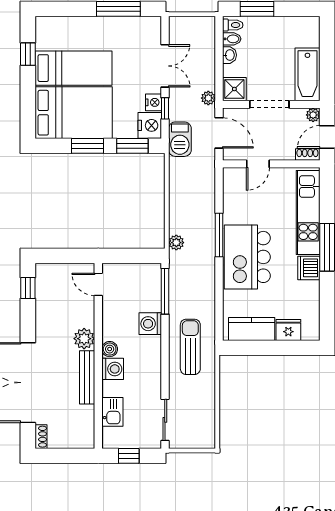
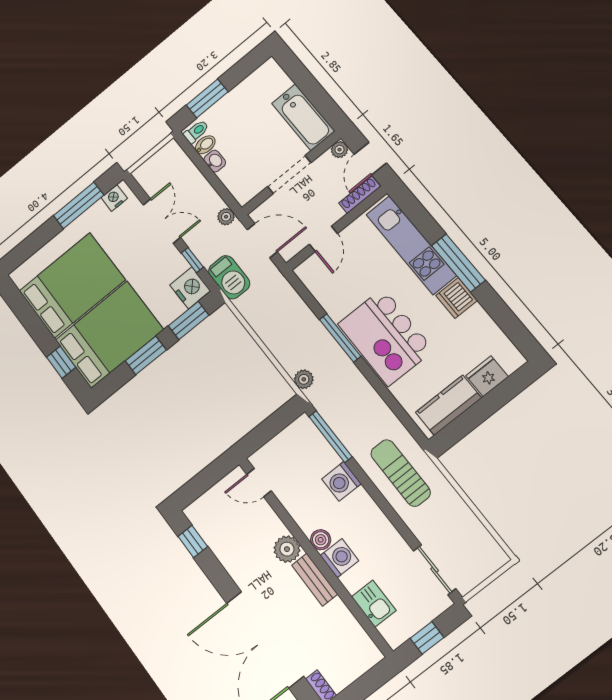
window: (28, 54) -> (61, 362), moved
bed: (73, 68) -> (72, 285), width x1.50
shower: (234, 89) -> (244, 188), removed
nightstand: (153, 102) -> (114, 198), moved, turned -90
shoe rack: (307, 154) -> (360, 195), width x1.43
bench: (87, 377) -> (315, 580), width x0.73

